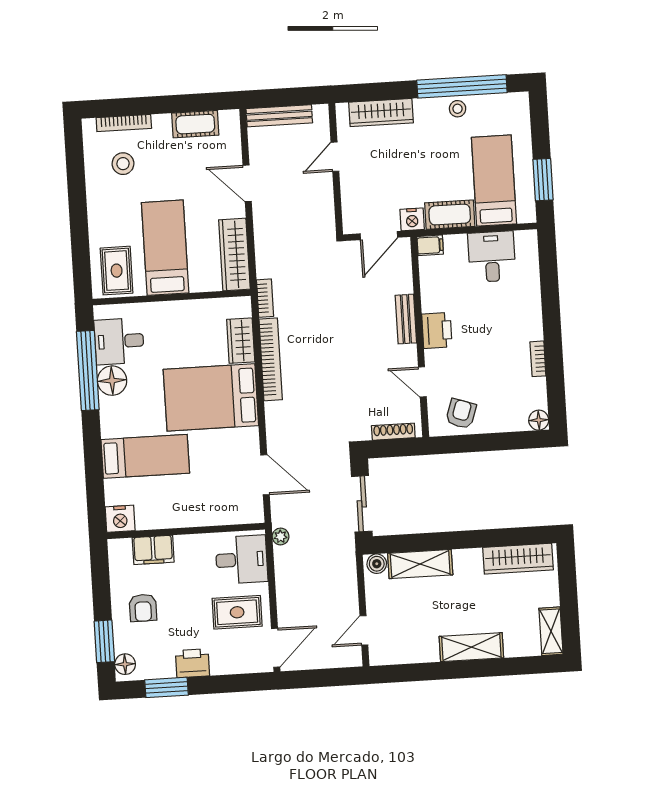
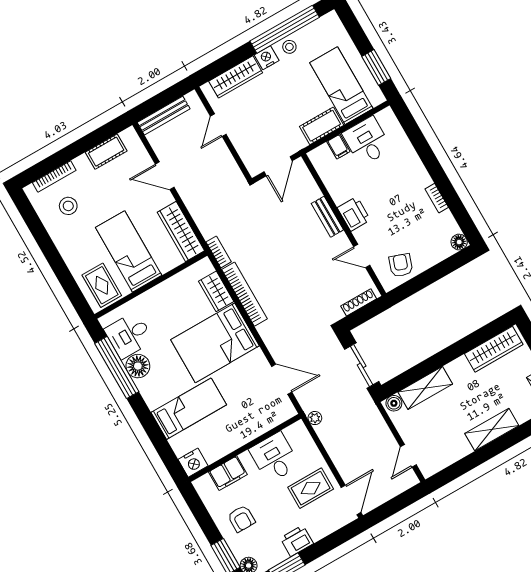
nightstand: (412, 219) -> (267, 58), moved, turned 180
filing cabinet: (430, 245) -> (338, 147), moved, turned 90
desk: (241, 560) -> (274, 457), moved, turned -90

